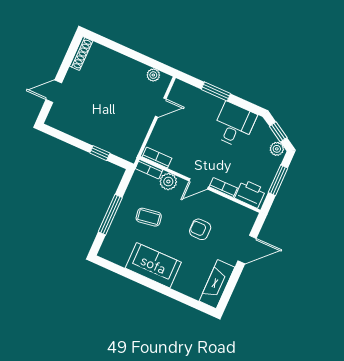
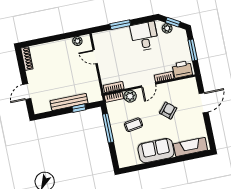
door: (161, 108) -> (95, 57), swing flipped
bench: (94, 138) -> (69, 102), added
plant: (277, 149) -> (167, 28), moved
window: (110, 215) -> (108, 128), moved
armchair: (200, 229) -> (168, 111), turned 130
fireplace: (217, 284) -> (190, 147), moved, turned 90

